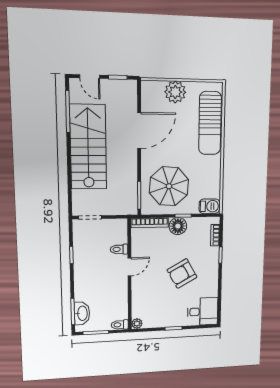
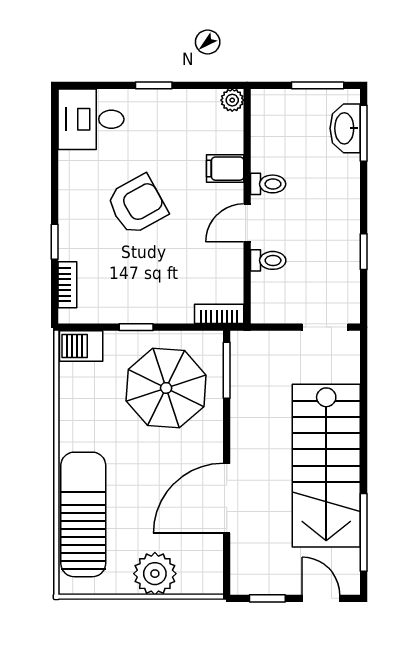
bookcase: (150, 223) -> (219, 314), width x0.64
floor lamp: (178, 226) -> (147, 306), removed
filing cabinet: (140, 292) -> (225, 169), added
toilet: (120, 325) -> (268, 184), moved

